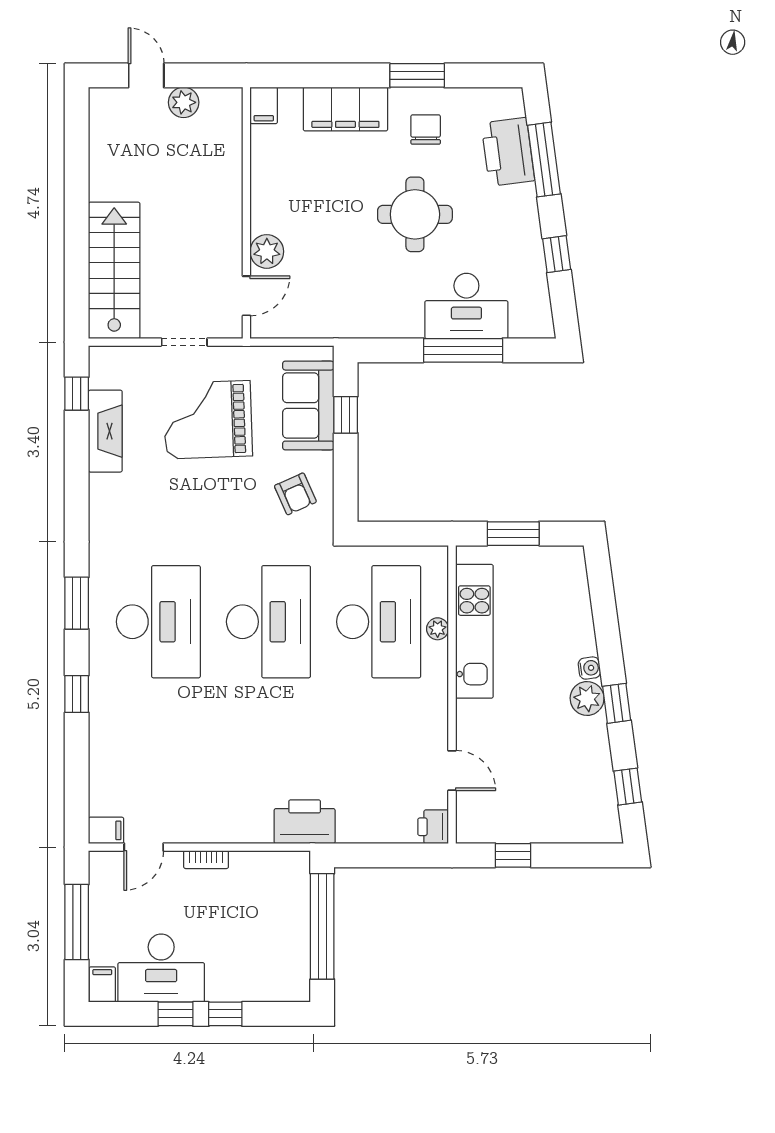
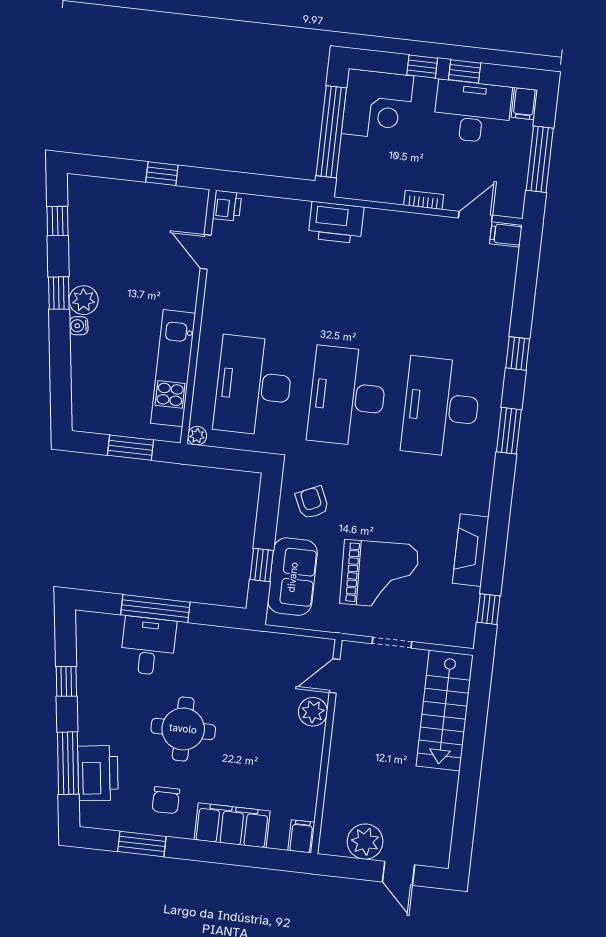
window: (417, 75) -> (142, 844), moved
plant: (184, 102) -> (365, 842), width x1.36, depth x1.36
desk: (466, 306) -> (148, 646), width x0.73
fireplace: (105, 431) -> (471, 550), moved
plant: (438, 629) -> (197, 436), moved
corner desk: (272, 964) -> (377, 105), added

